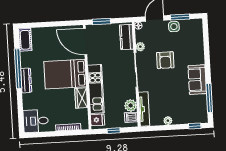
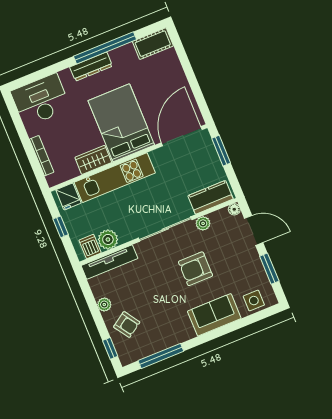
side table: (174, 27) -> (254, 301), moved
sofa: (197, 80) -> (214, 315), moved
armchair: (184, 112) -> (127, 324), added
desk: (36, 121) -> (41, 100), width x1.37

